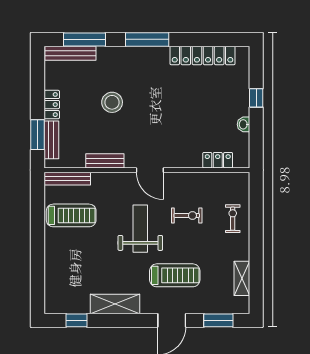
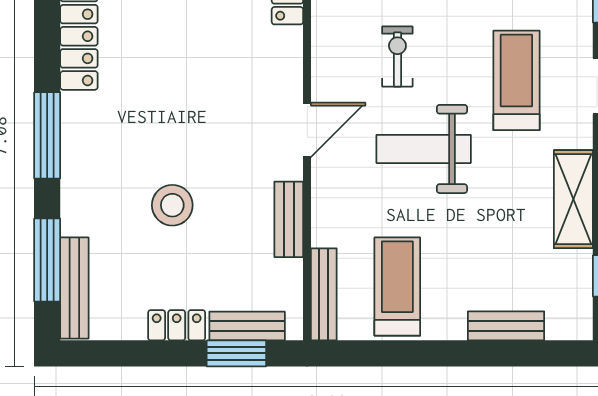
bench: (51, 270) -> (506, 326), added

